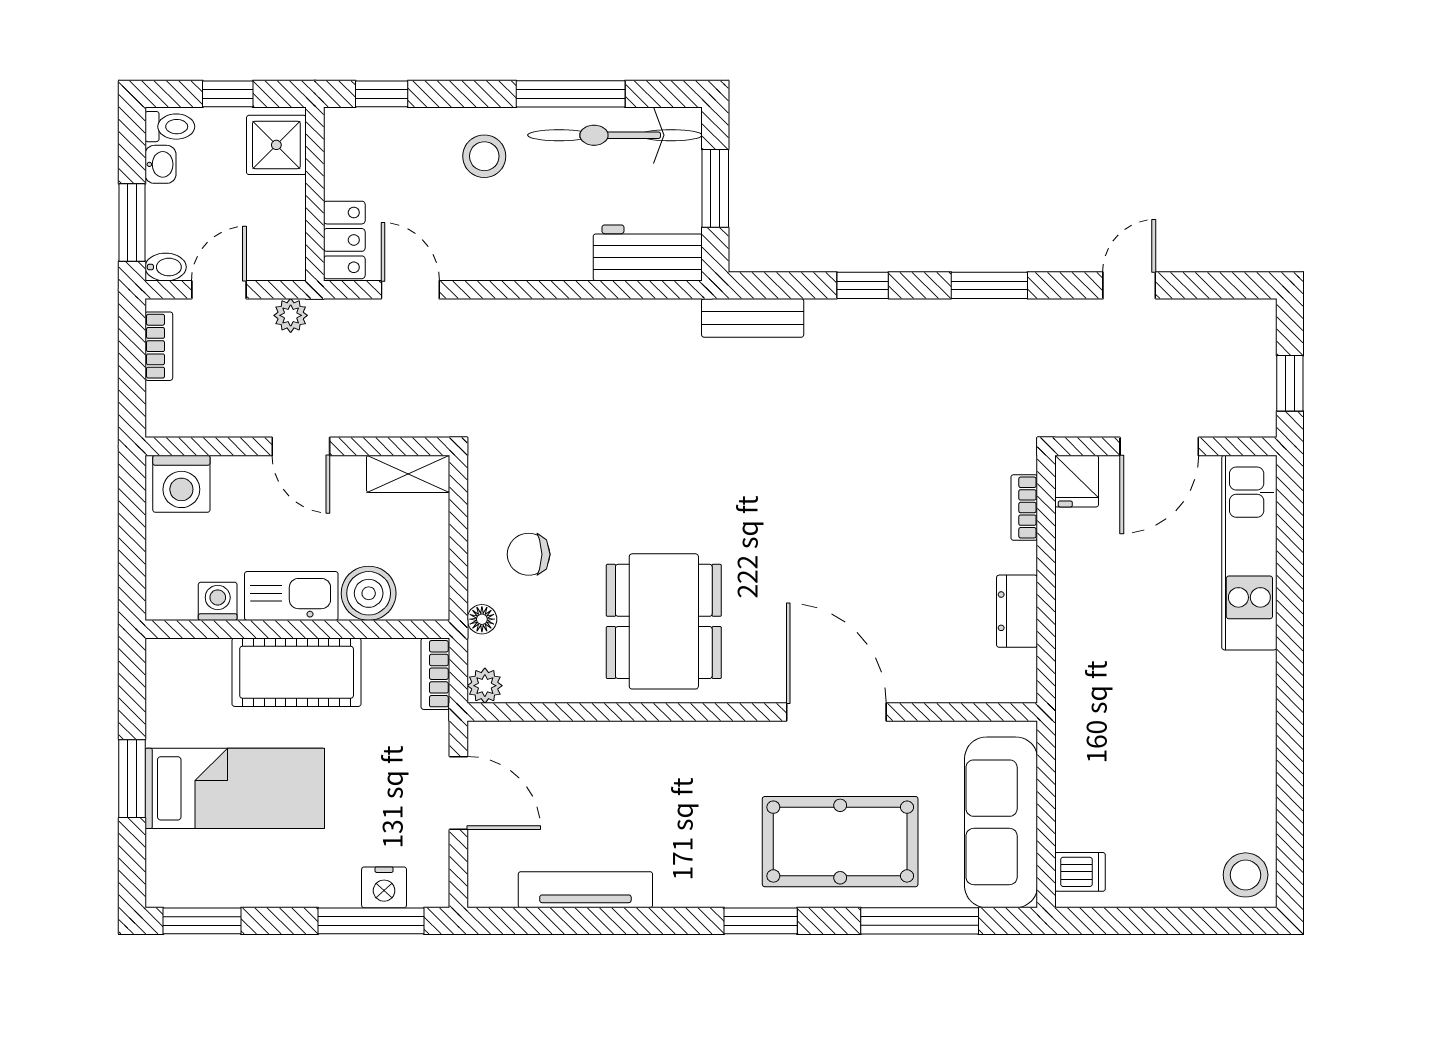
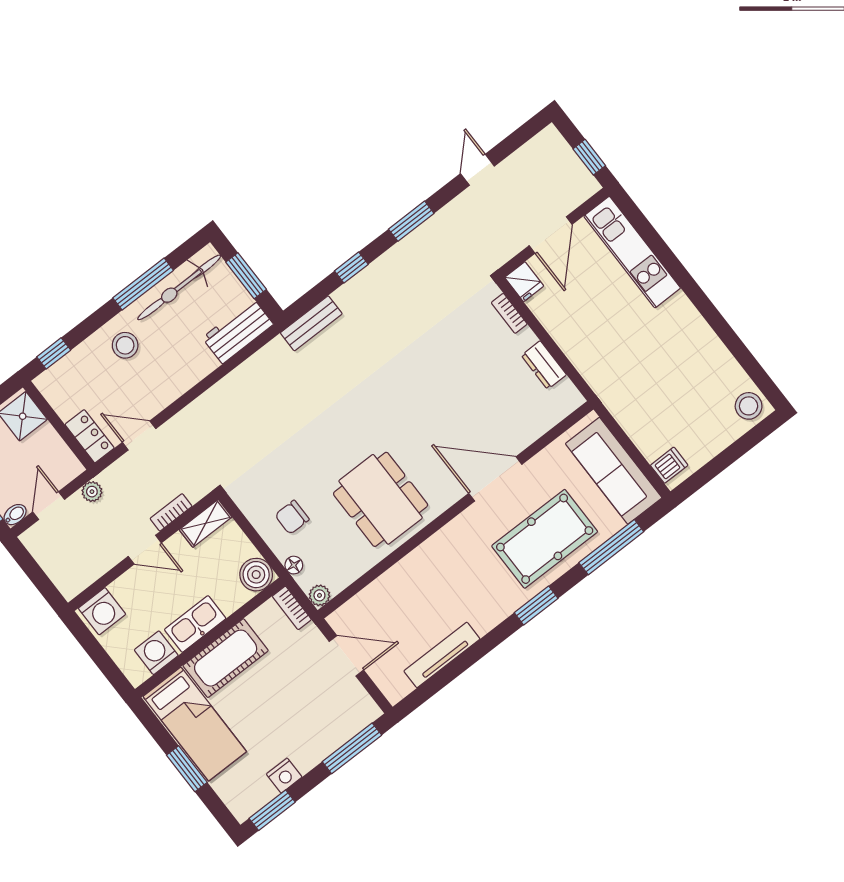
bookcase: (159, 346) -> (171, 512), moved, turned -90
boiler: (369, 593) -> (256, 575), moved
washing machine: (218, 601) -> (156, 653), width x1.38, depth x1.38
bed: (235, 788) -> (195, 724), moved, turned 90
nightstand: (384, 887) -> (284, 776), moved

